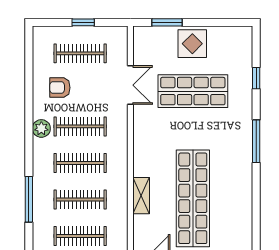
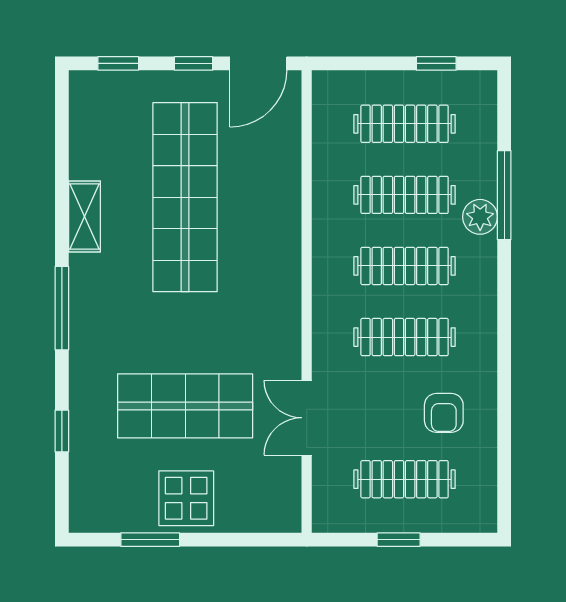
window: (167, 22) -> (150, 540), moved
armchair: (60, 88) -> (444, 413), turned 90
plant: (41, 128) -> (480, 217), moved
shelving: (141, 196) -> (84, 216), moved

